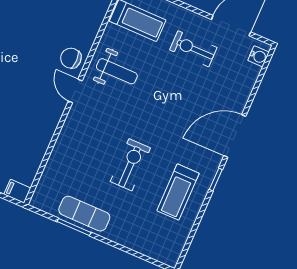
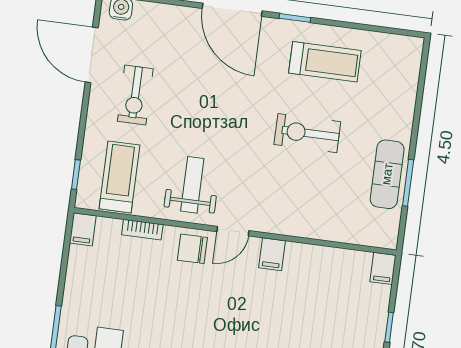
bookcase: (95, 26) -> (142, 230), added
chair: (71, 58) -> (192, 249), turned 90
filing cabinet: (51, 114) -> (272, 254), added

